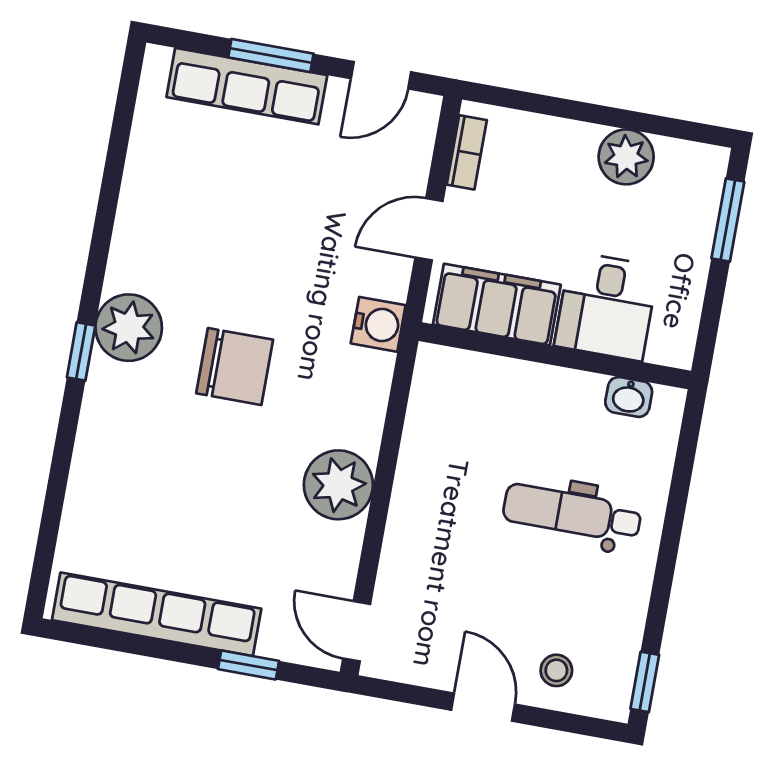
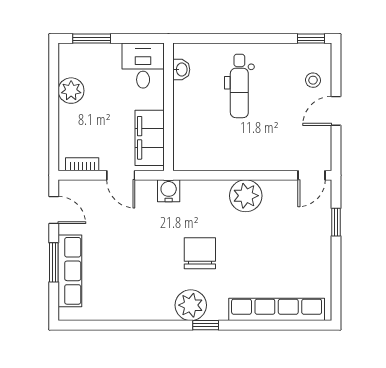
desk: (606, 306) -> (143, 66), moved, turned -90
row of seats: (157, 614) -> (277, 309), moved, turned 90

